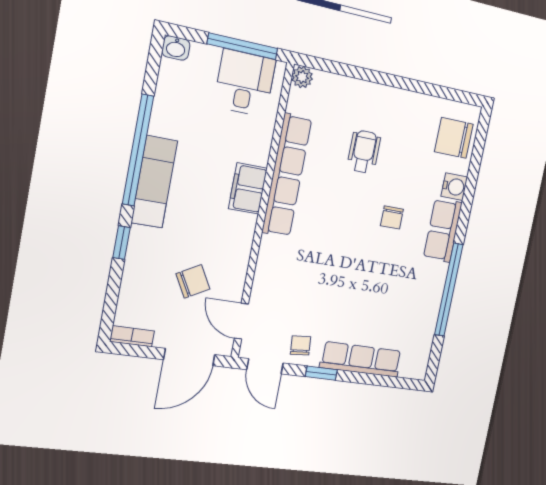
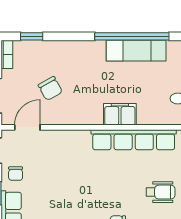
exam couch: (154, 182) -> (136, 51), moved
window: (121, 243) -> (32, 36), moved
chair: (301, 345) -> (16, 174), turned 95

